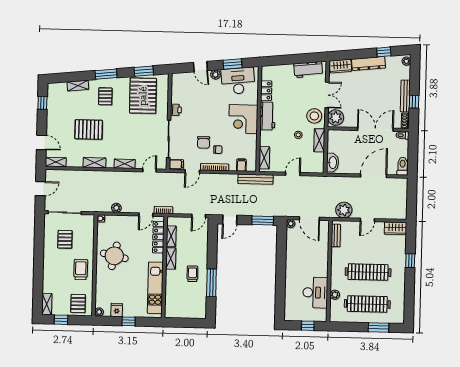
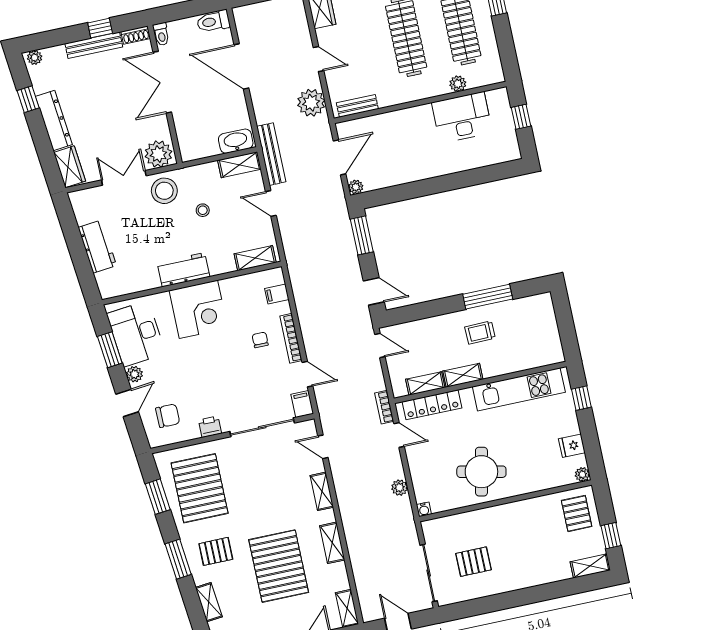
workbench: (308, 70) -> (97, 246), moved
locker: (266, 91) -> (141, 282), removed
pallet: (143, 96) -> (200, 488), turned 90
pallet: (89, 129) -> (279, 566), width x1.37, depth x1.41
shelving: (319, 140) -> (239, 165), moved
chair: (204, 142) -> (168, 416), moved
bench: (255, 179) -> (271, 154), moved
trolley: (81, 270) -> (518, 523), removed
pallet: (78, 303) -> (577, 513), turned 90
window: (129, 321) -> (581, 398), moved

